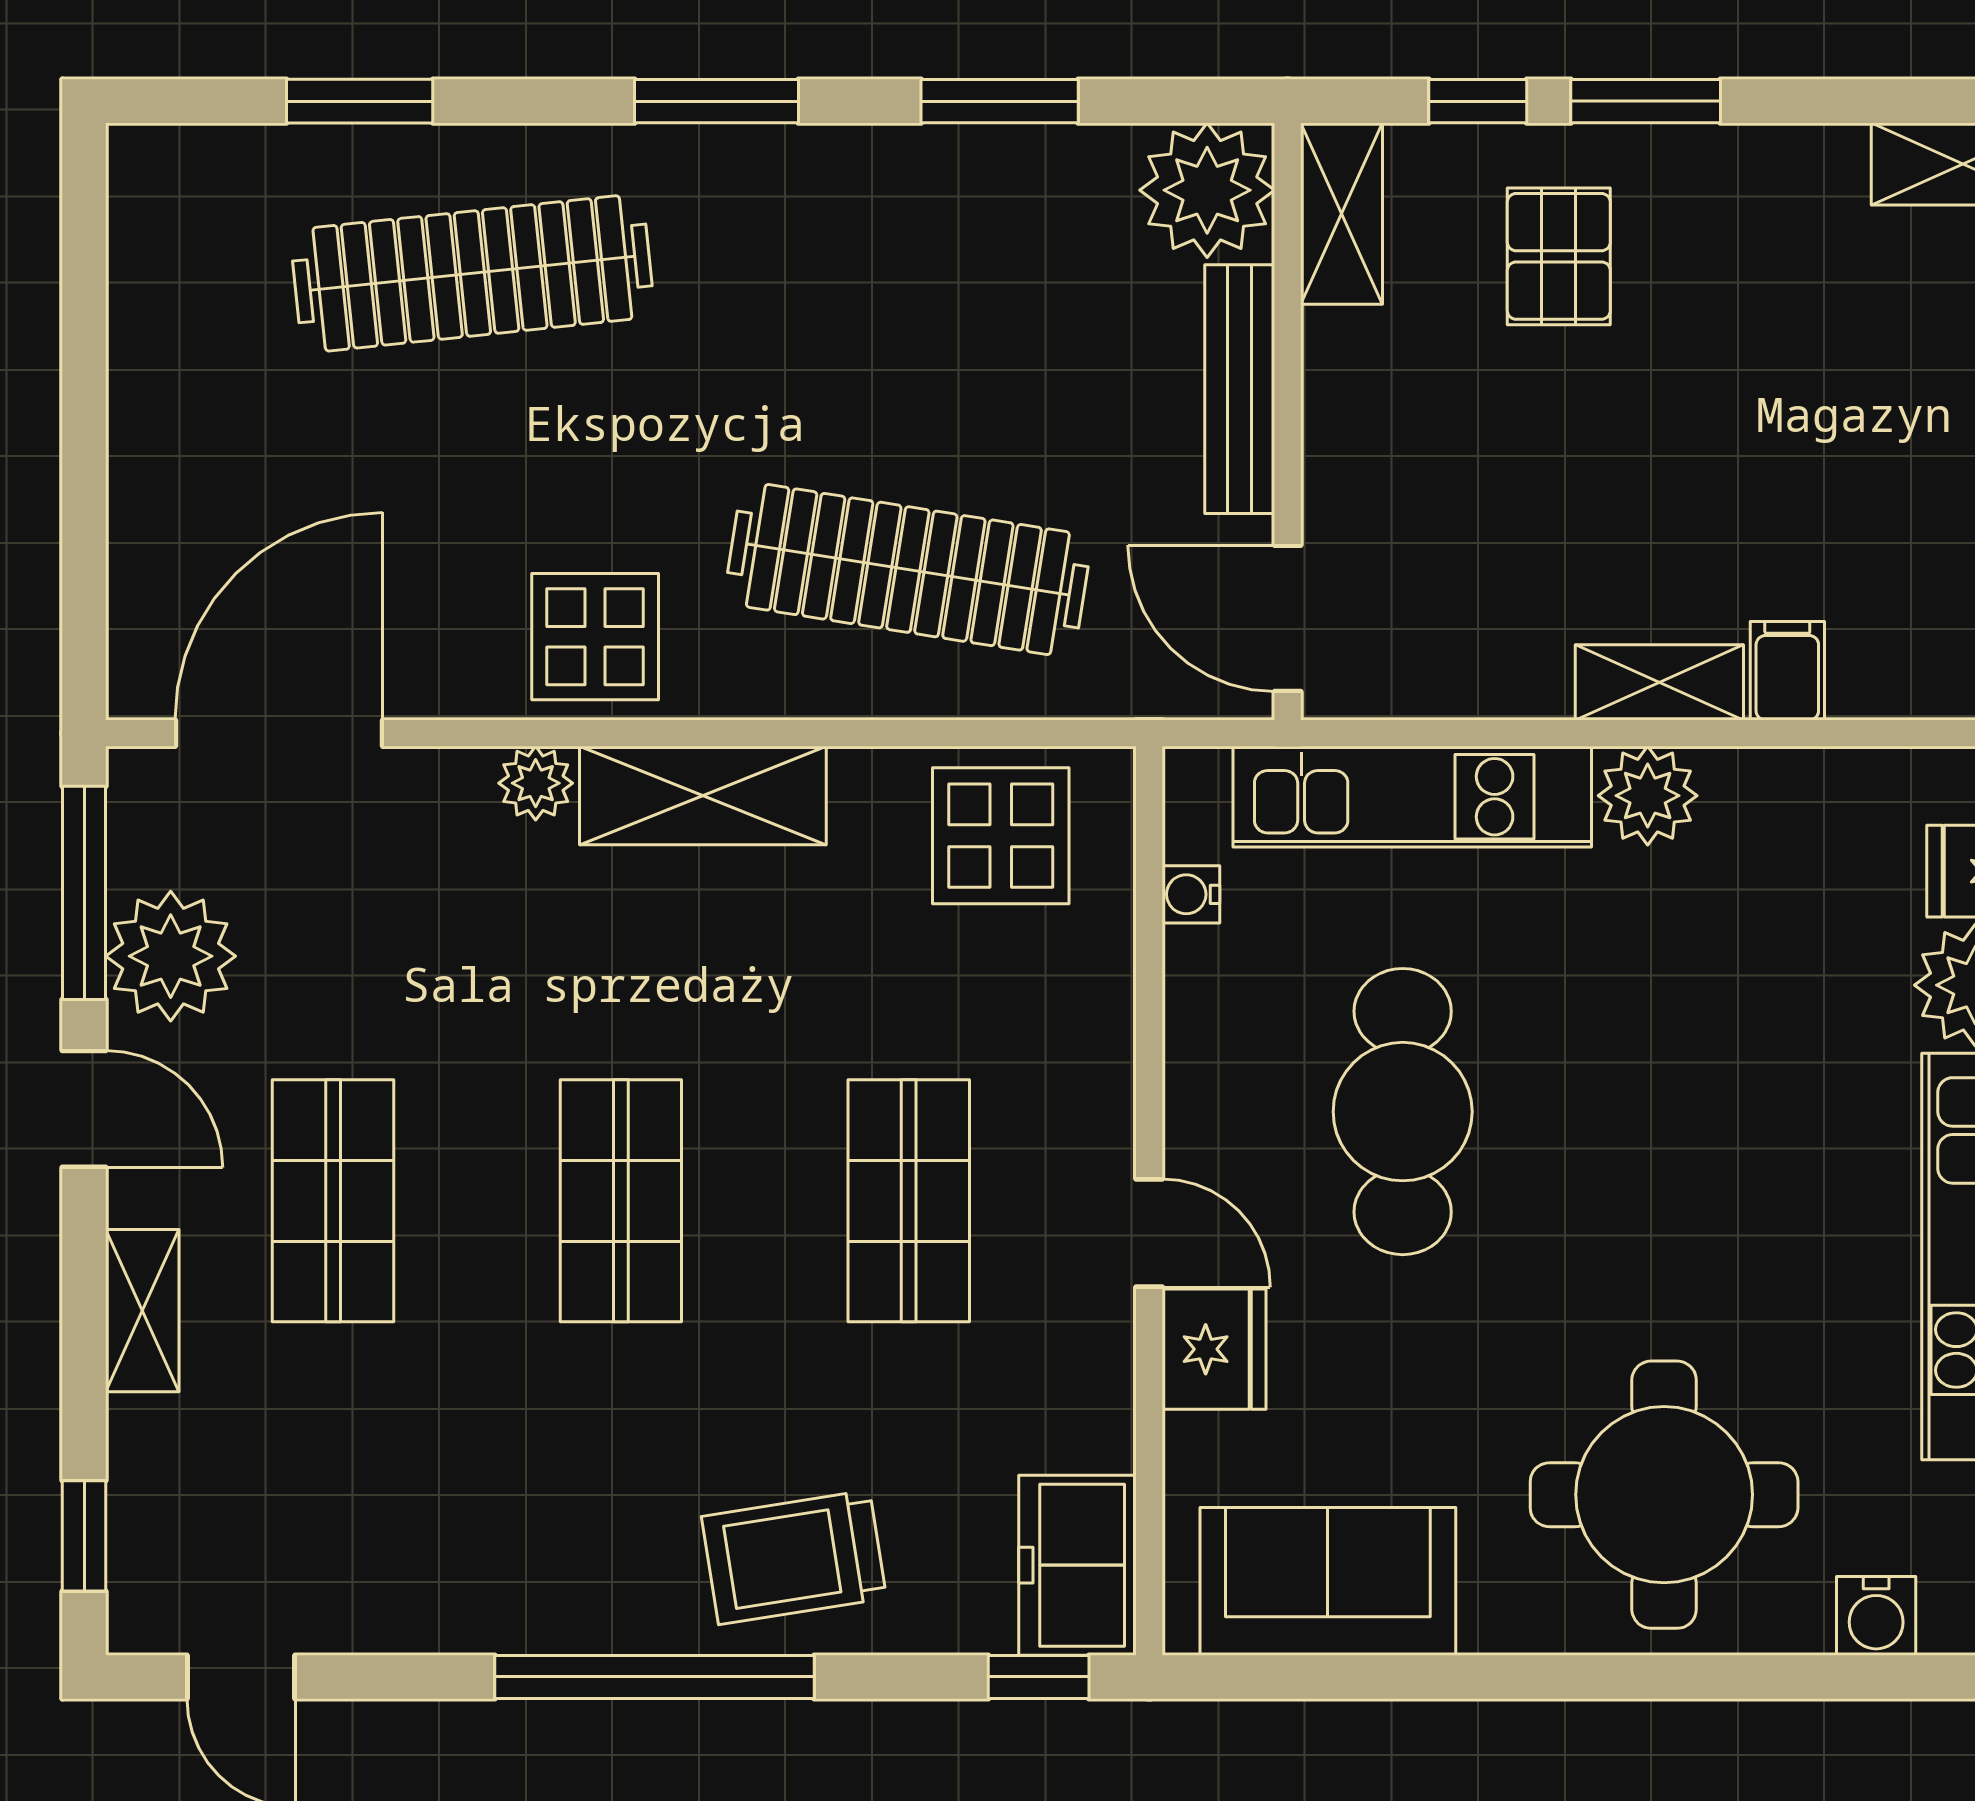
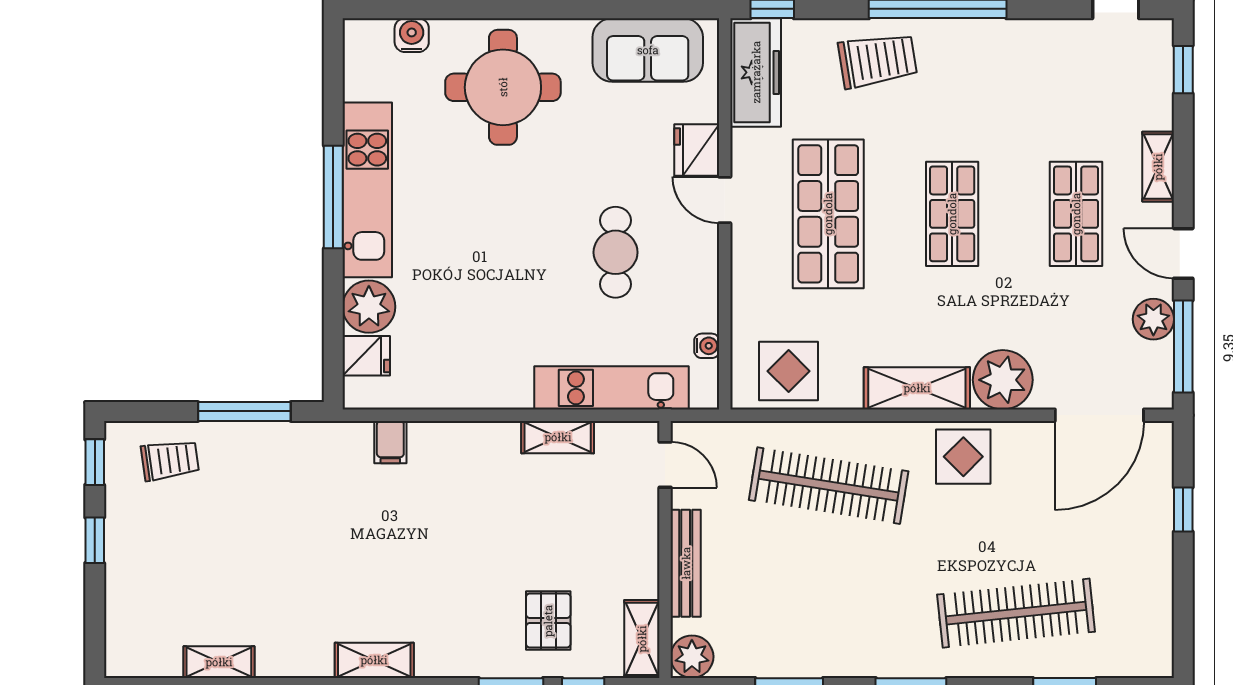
plant: (1207, 190) -> (692, 657), width x0.73, depth x0.73
window: (84, 514) -> (1183, 510), added
door: (1288, 618) -> (665, 465), width x0.73
filing cabinet: (1787, 671) -> (390, 442), moved
shelving: (1659, 682) -> (558, 437), moved
plant: (536, 783) -> (1003, 380), width x1.88, depth x1.88
plant: (1648, 796) -> (510, 388), removed
plant: (171, 956) -> (1153, 319), width x0.73, depth x0.73
cafe table: (1403, 1112) -> (616, 252), width x0.73, depth x0.74
shop shelf: (909, 1201) -> (828, 214), width x1.43, depth x1.36
freezer: (1077, 1565) -> (756, 72), width x1.40

